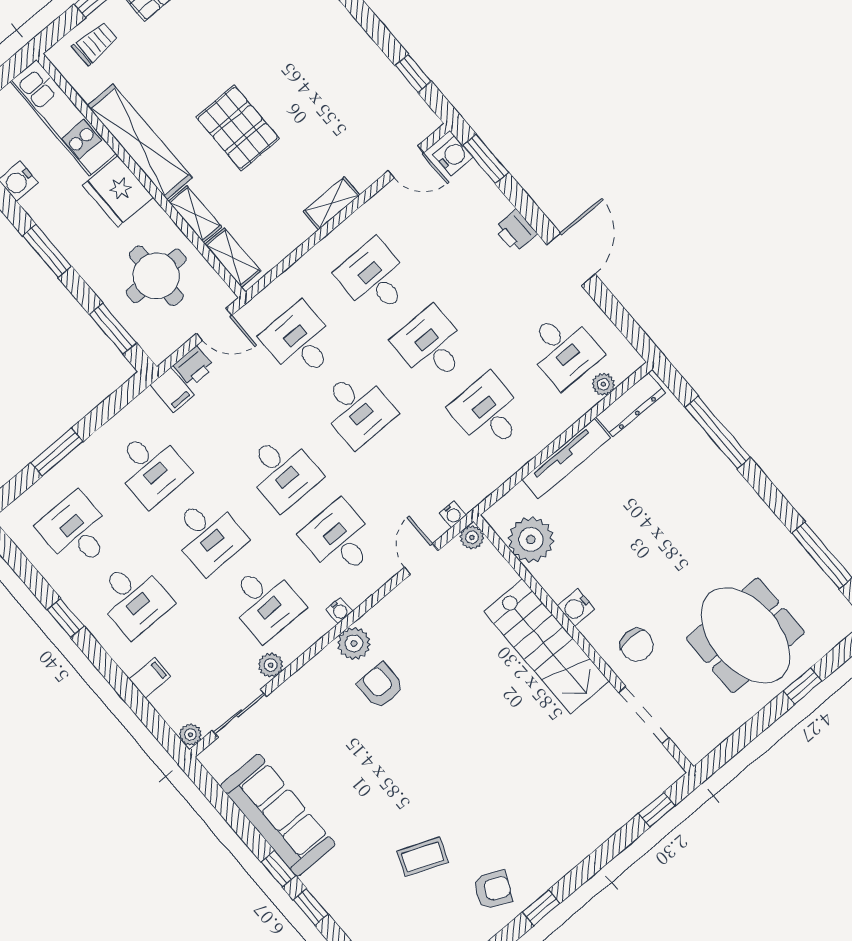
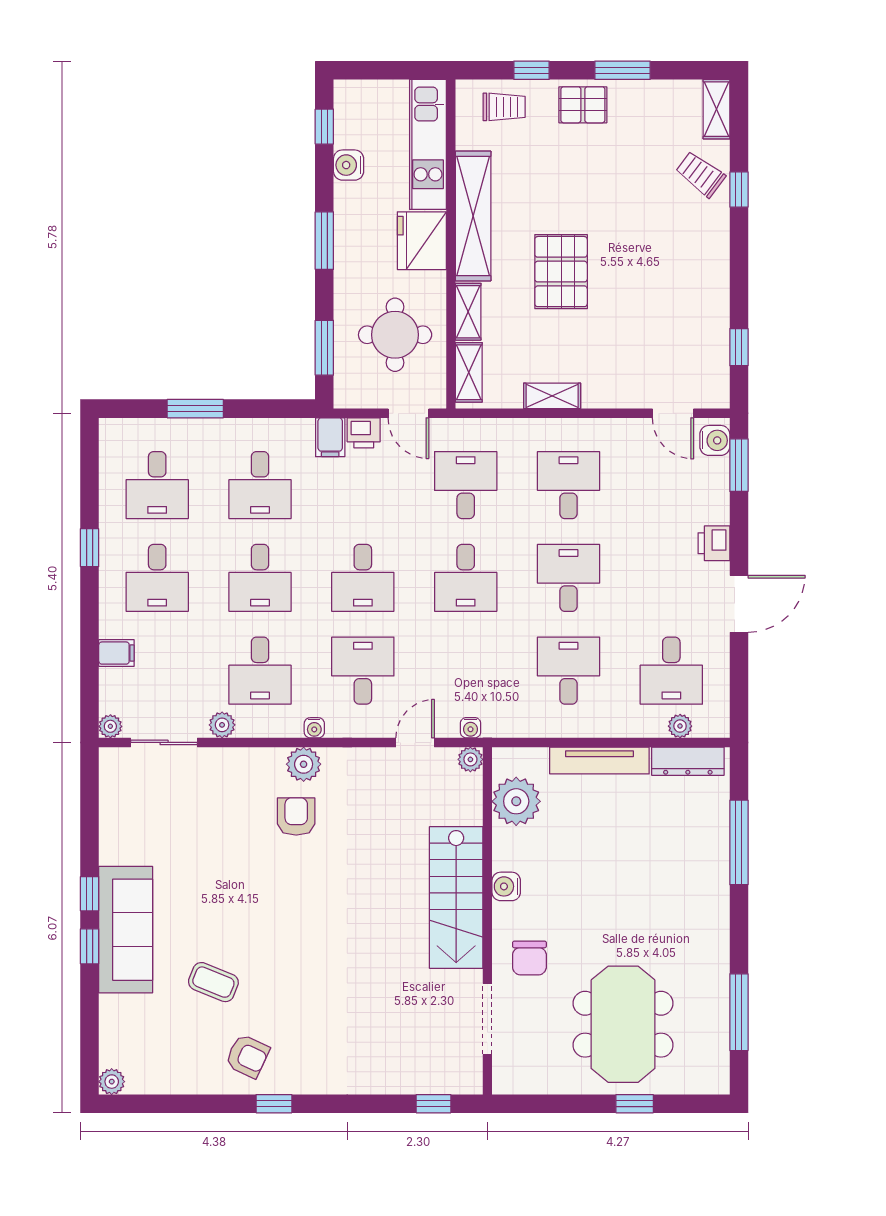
shelving: (331, 203) -> (552, 396), moved
desk: (76, 531) -> (157, 485), turned 180
sofa: (278, 815) -> (126, 930), moved

